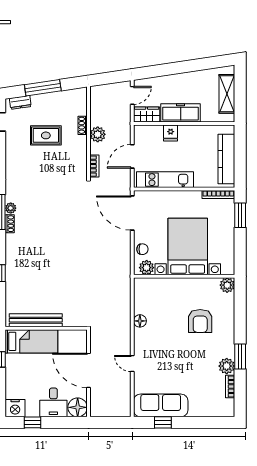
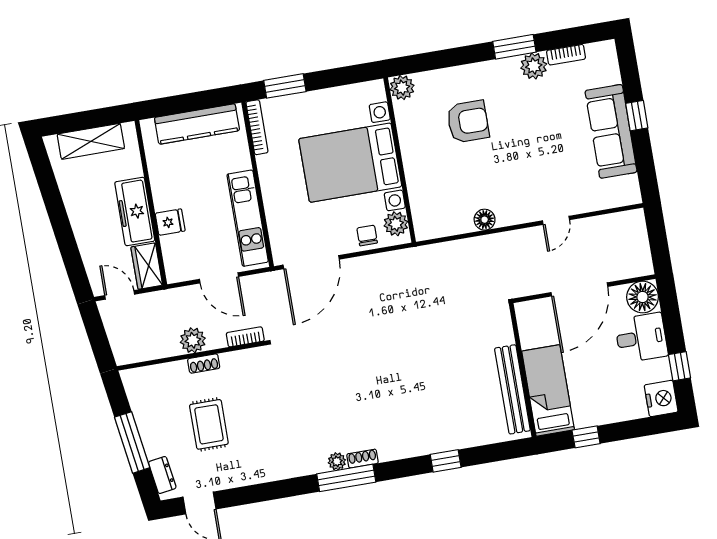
shoe rack: (83, 125) -> (204, 364), moved
sofa: (161, 405) -> (611, 131), moved
window: (163, 422) -> (637, 116), moved

